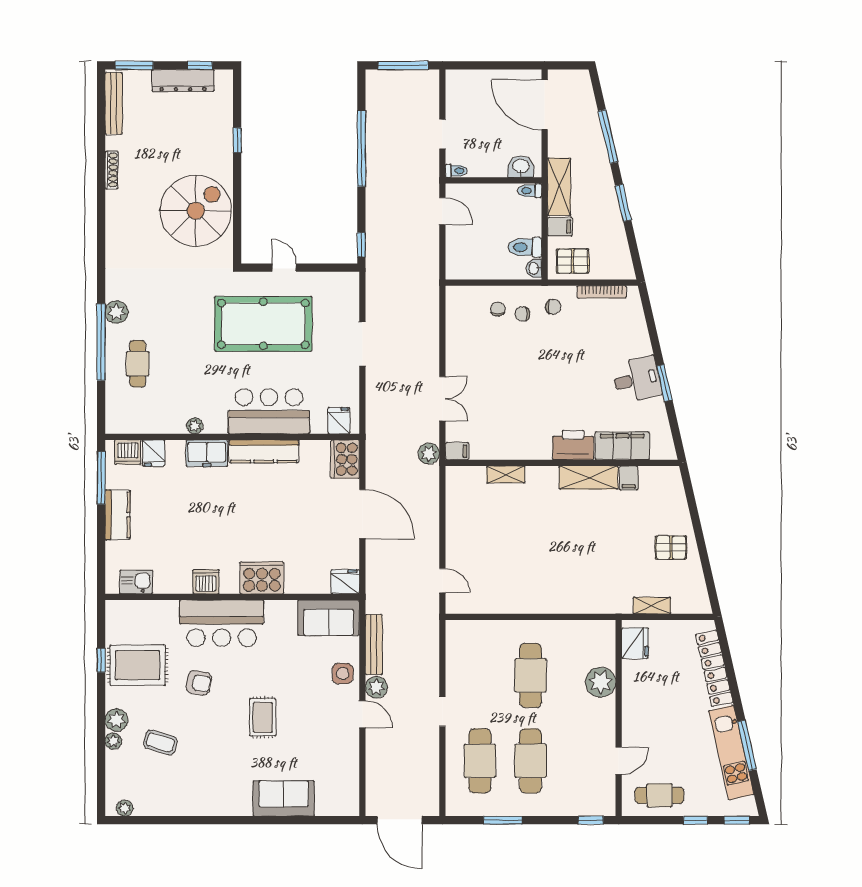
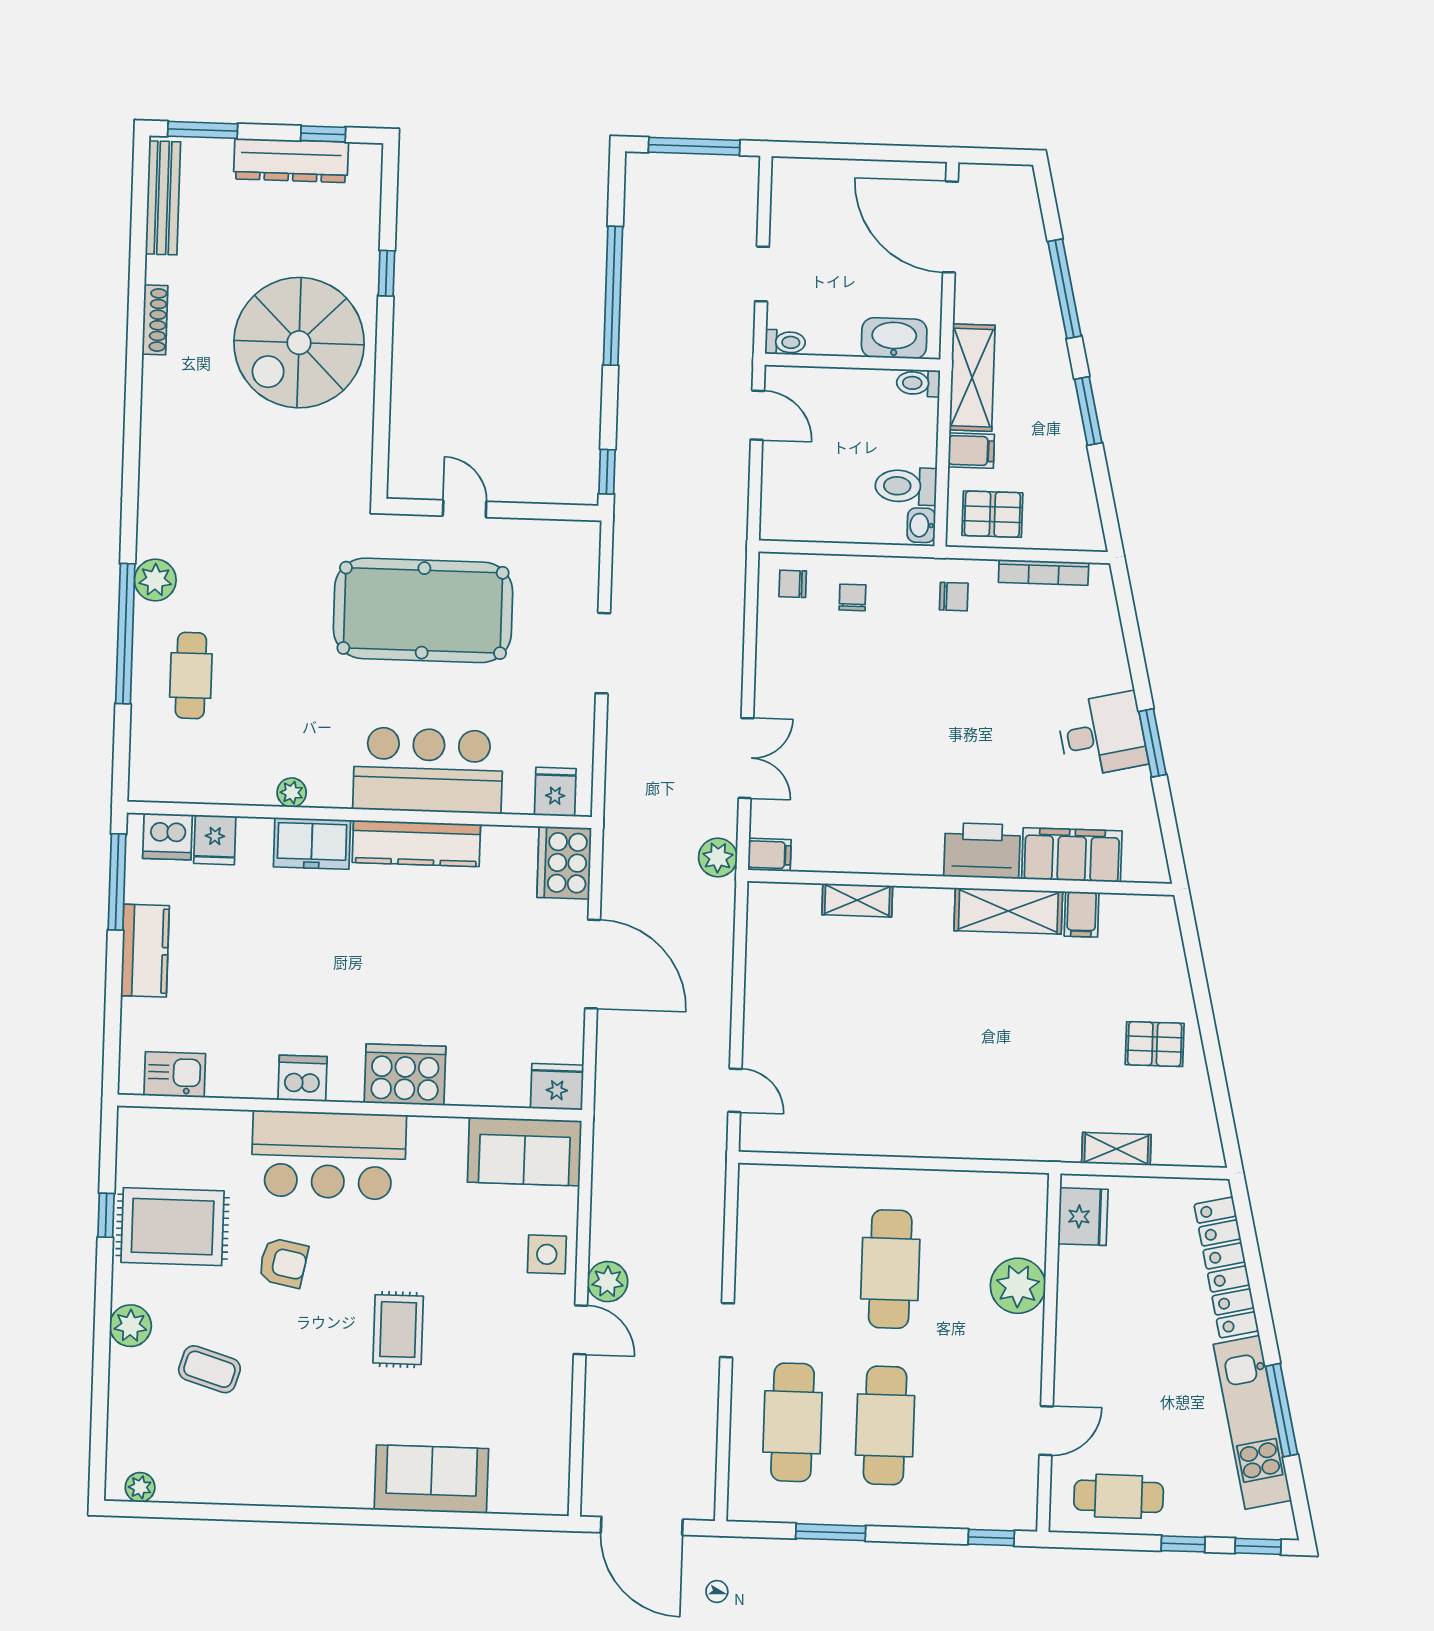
washbasin: (521, 167) -> (894, 338), width x1.38
spiral stairs: (196, 211) -> (299, 343), moved, turned 180
chair: (522, 314) -> (793, 584), moved
bench: (374, 645) -> (606, 1203), removed
plant: (113, 741) -> (123, 1364), removed

